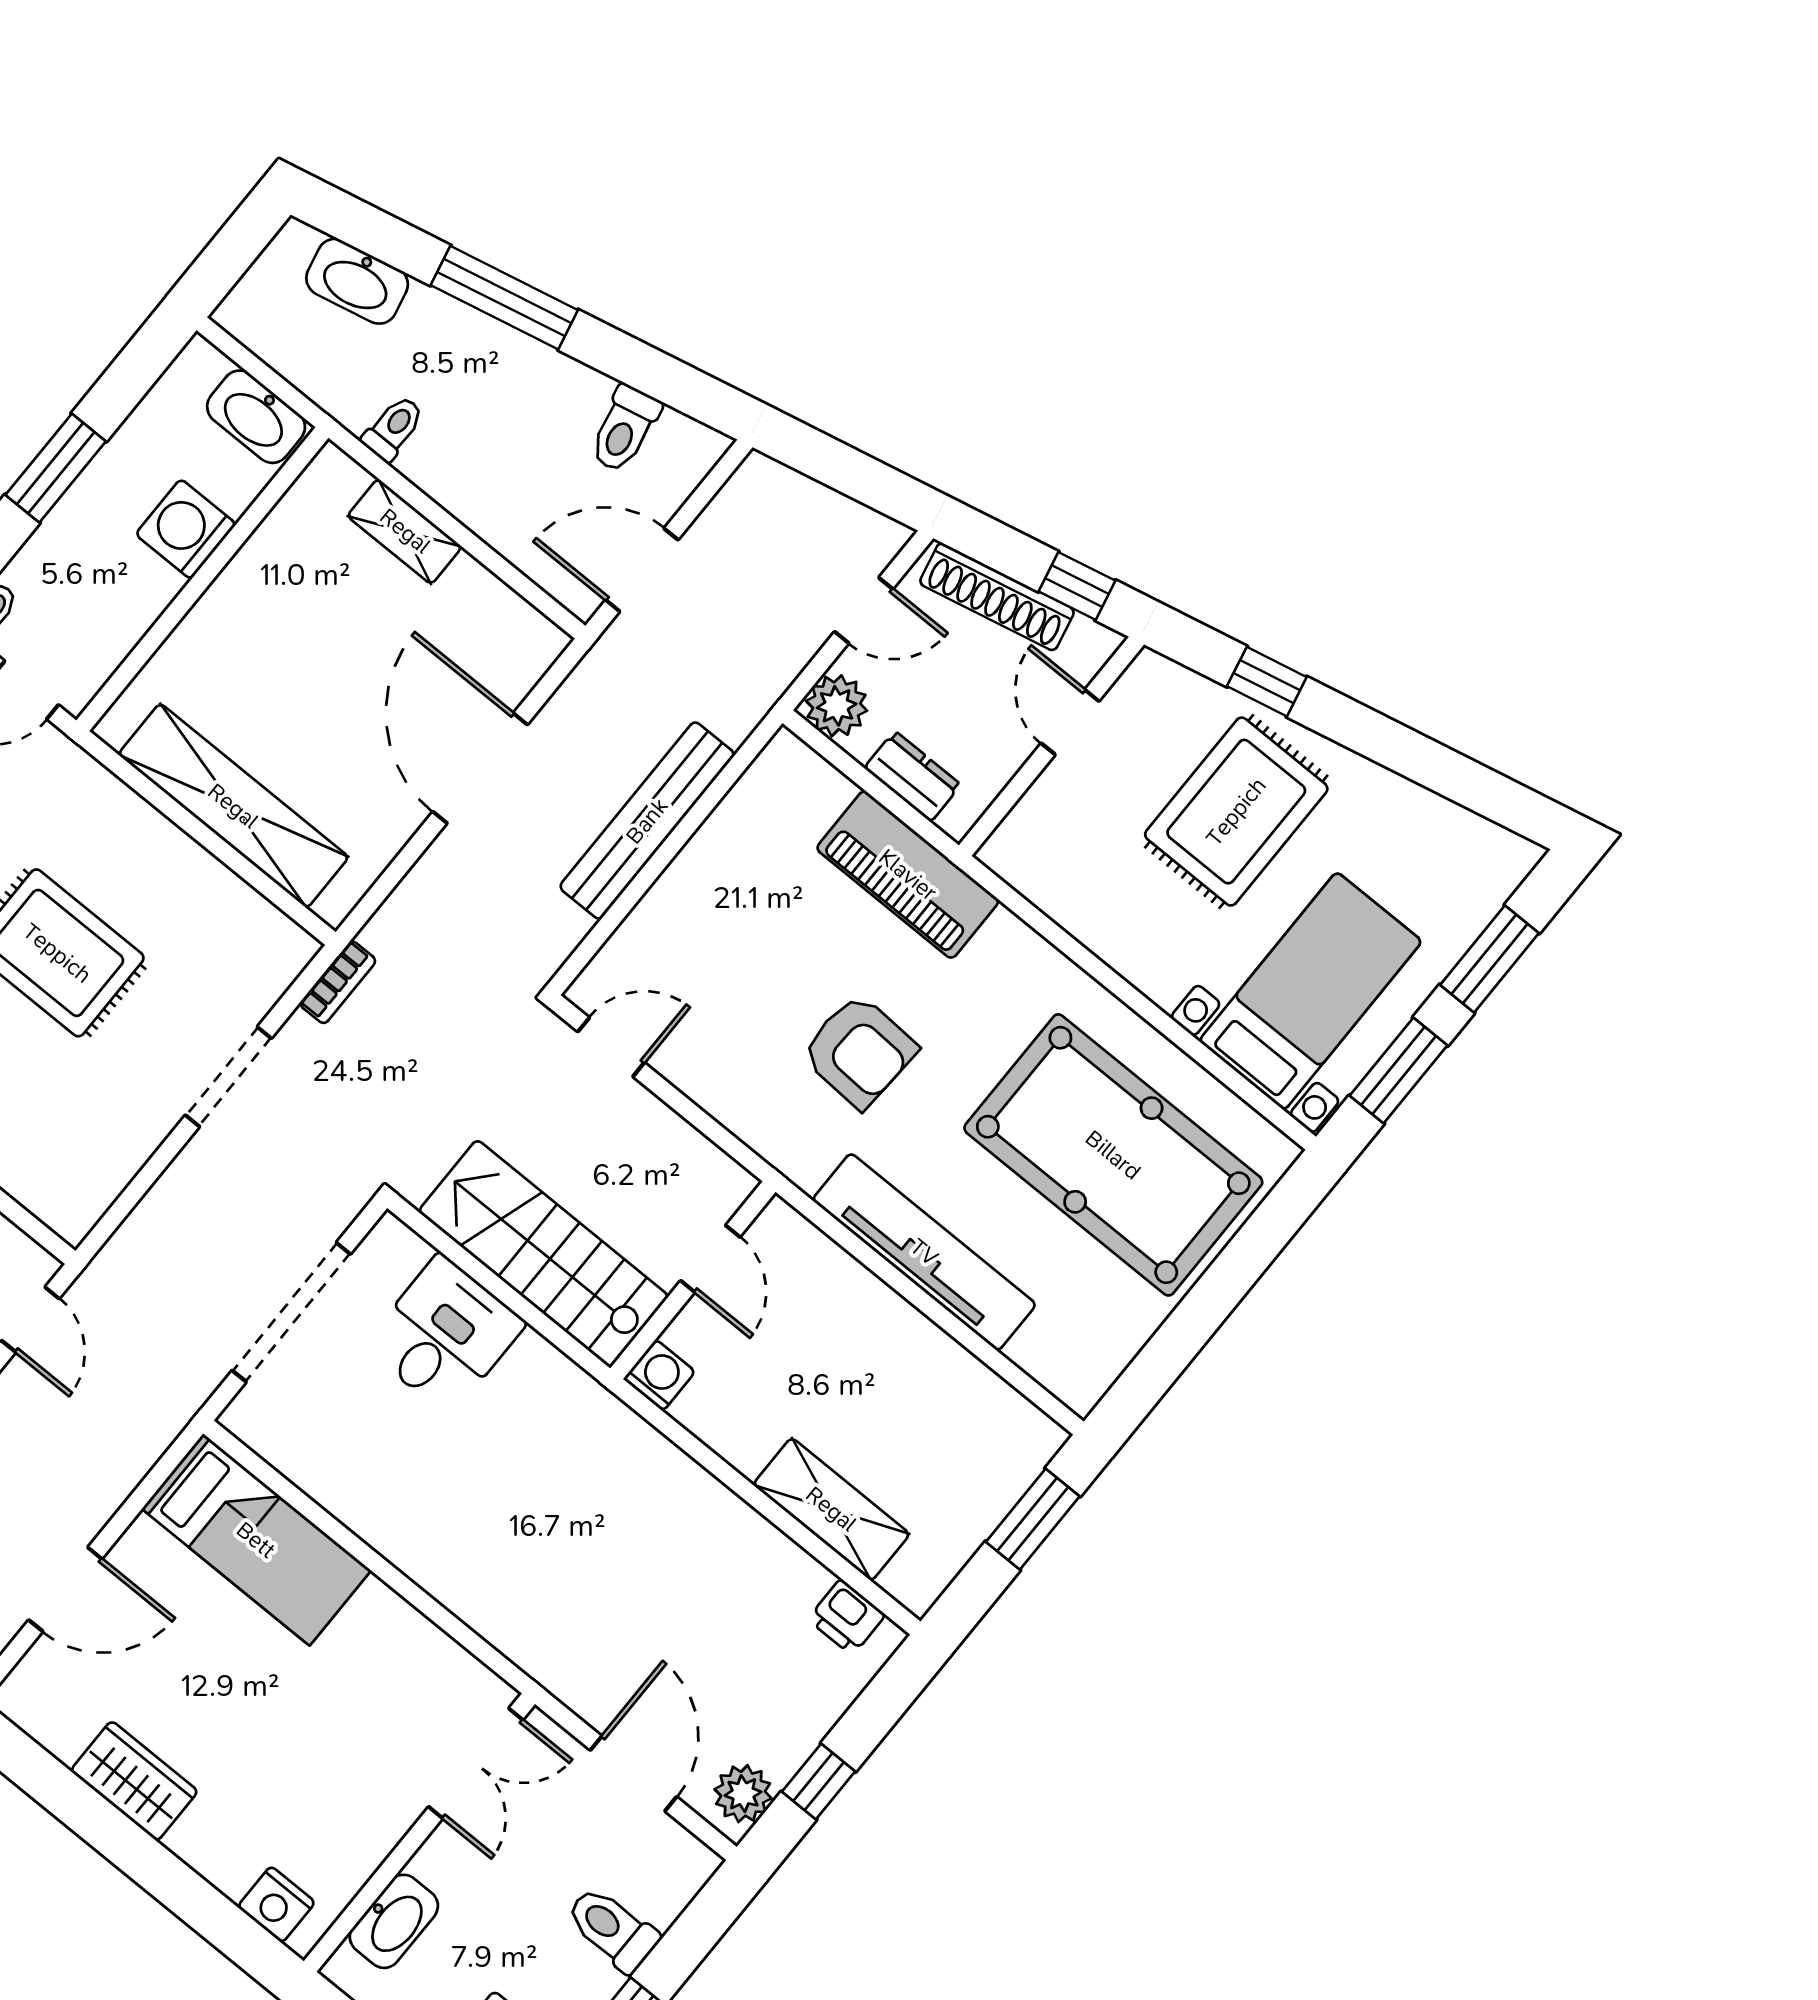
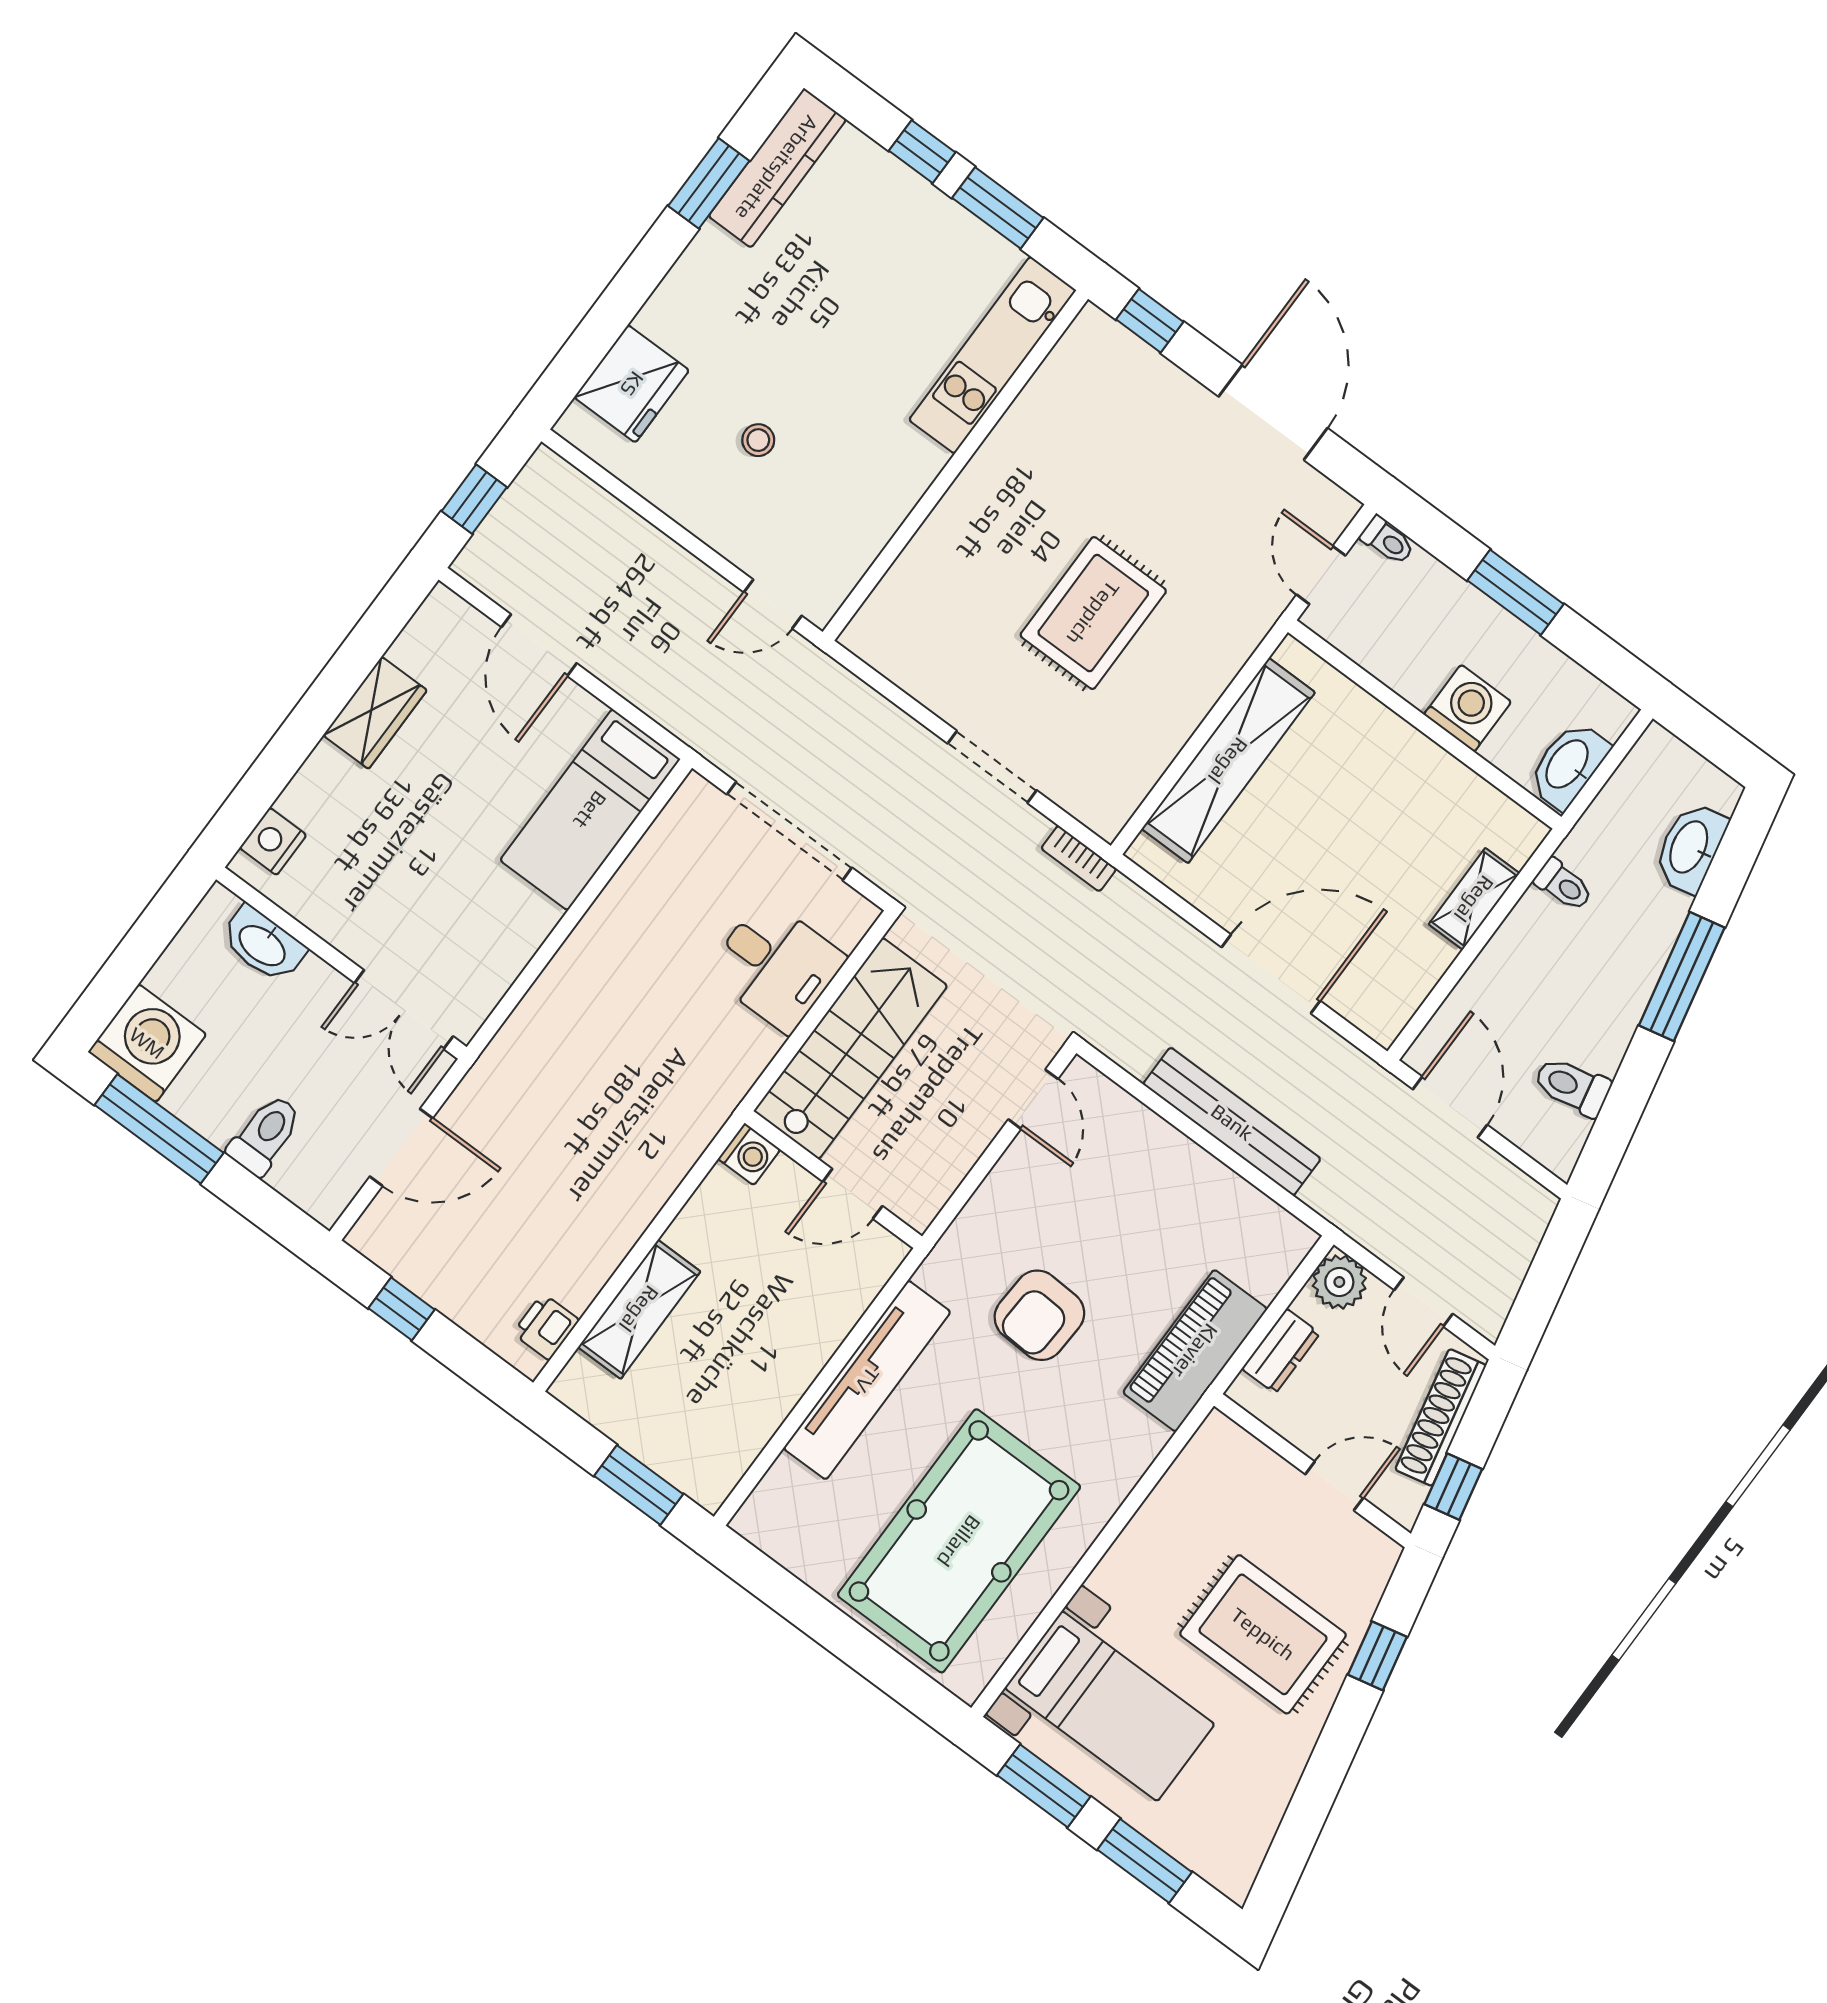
plant: (743, 1794) -> (388, 1244), removed

